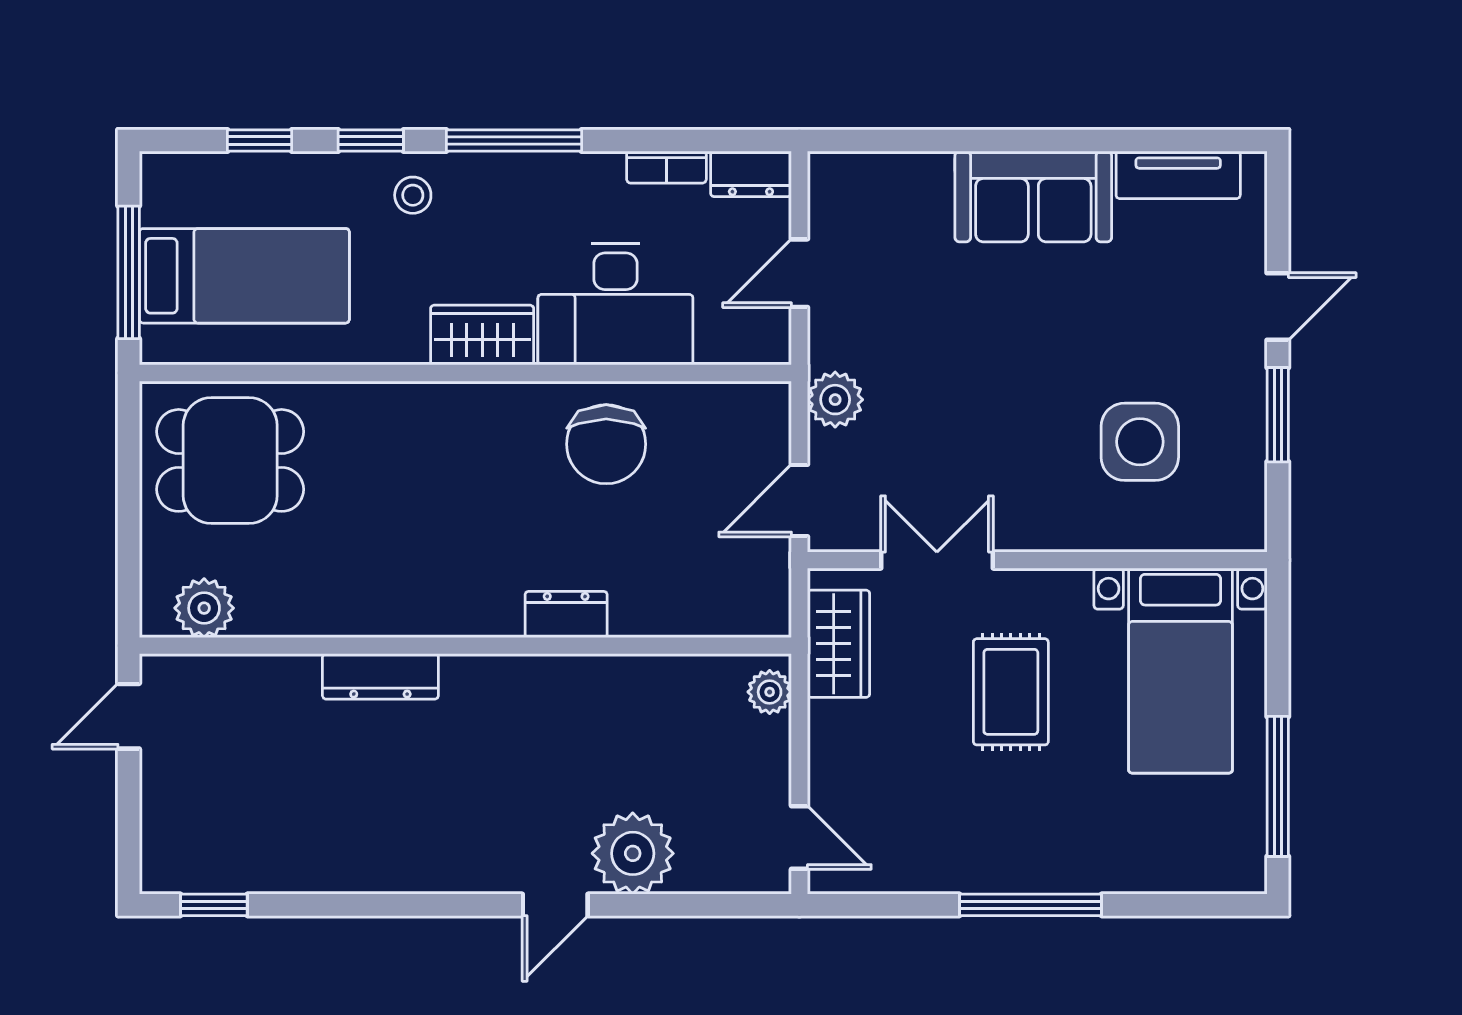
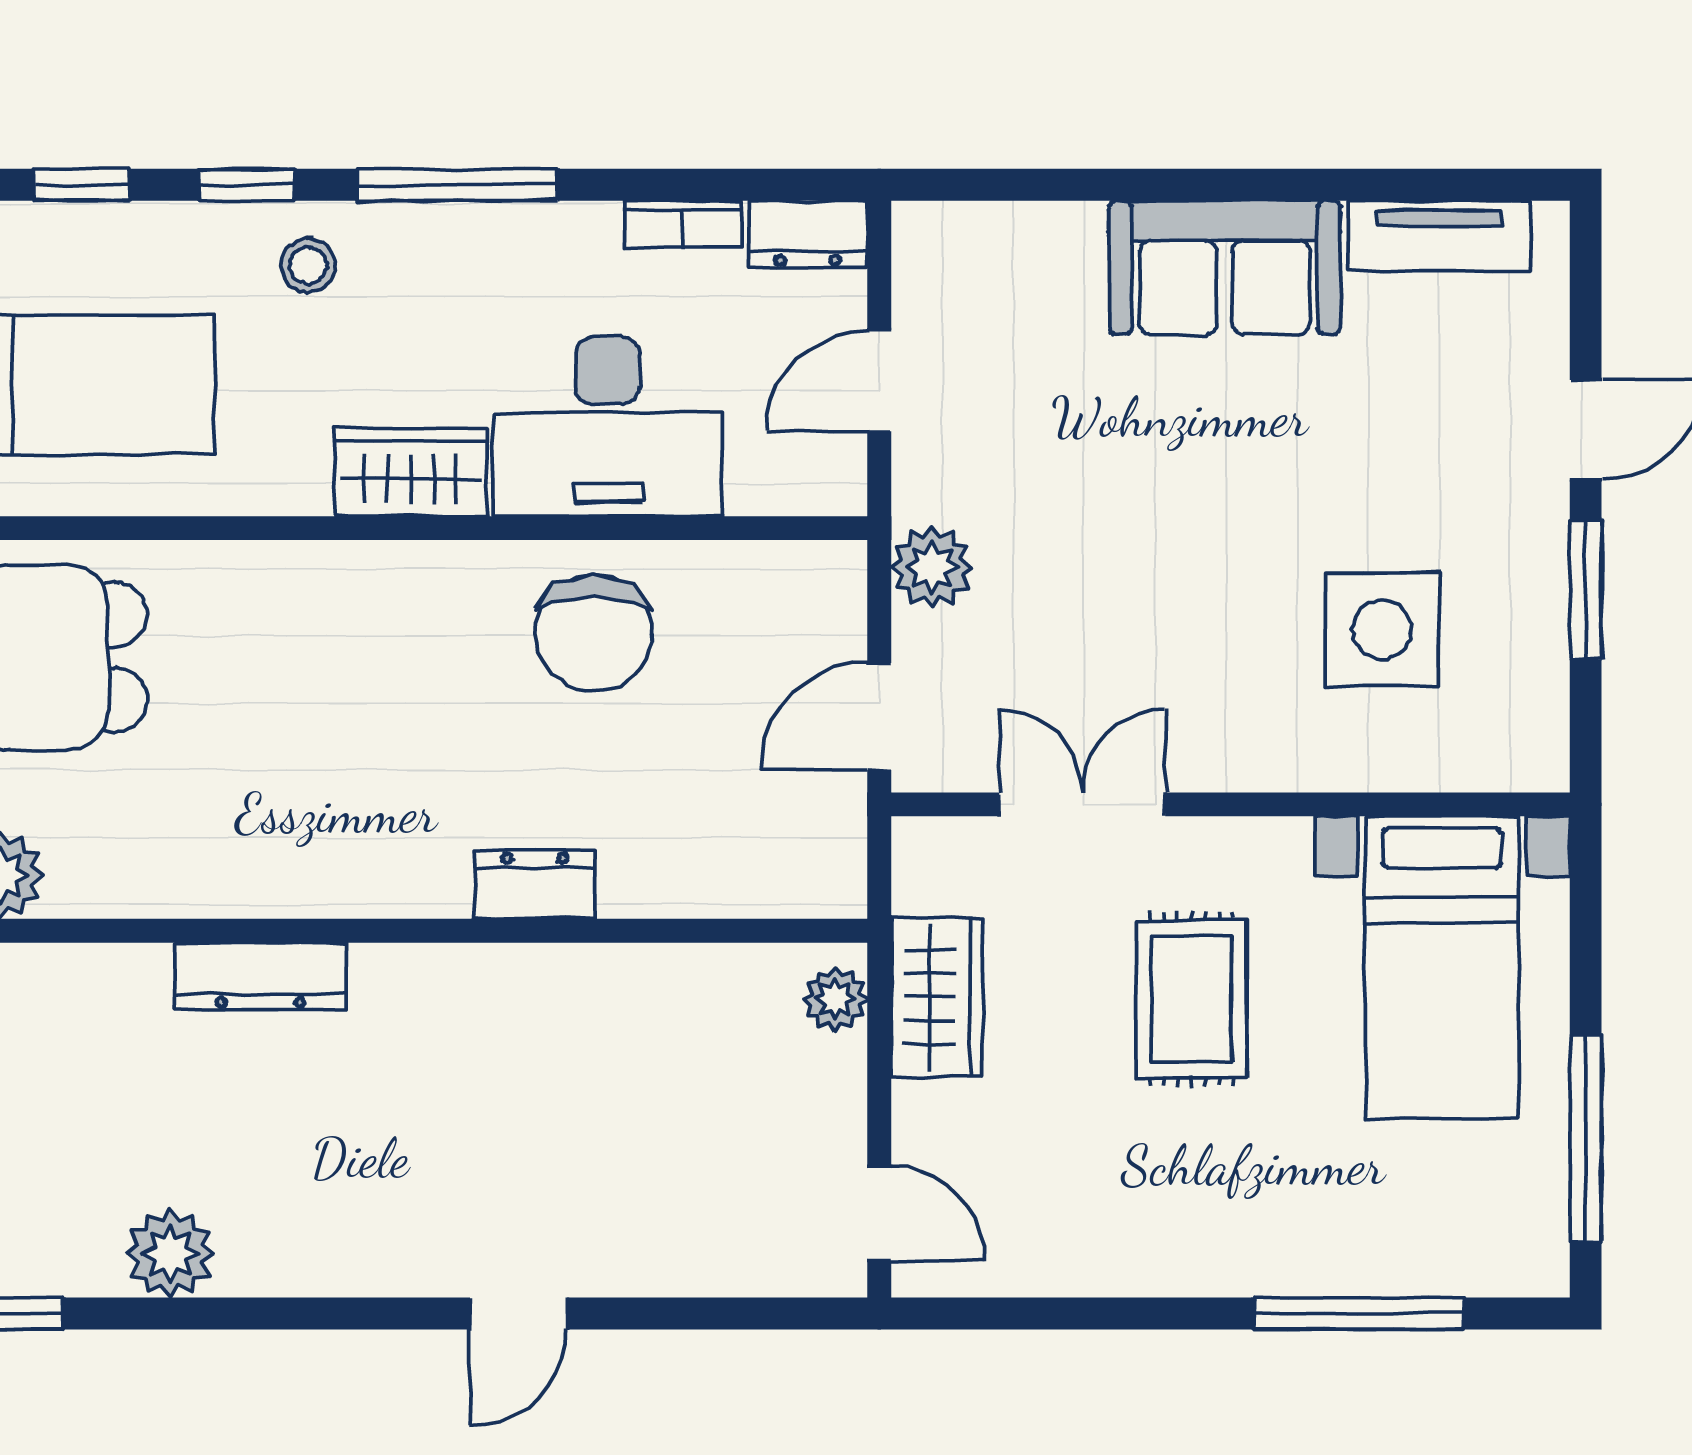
wardrobe: (839, 644) -> (937, 997), moved
plant: (633, 853) -> (170, 1254), moved, width x0.73, depth x0.73
window: (1031, 905) -> (1358, 1313), moved

